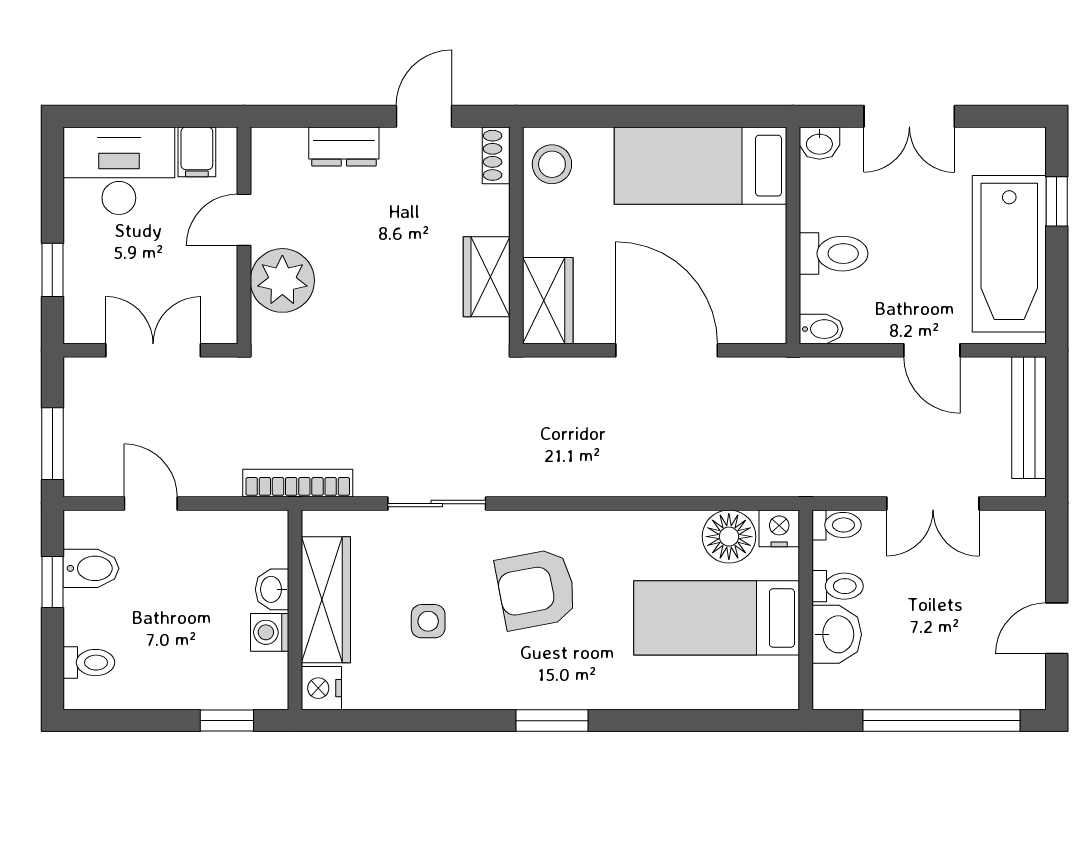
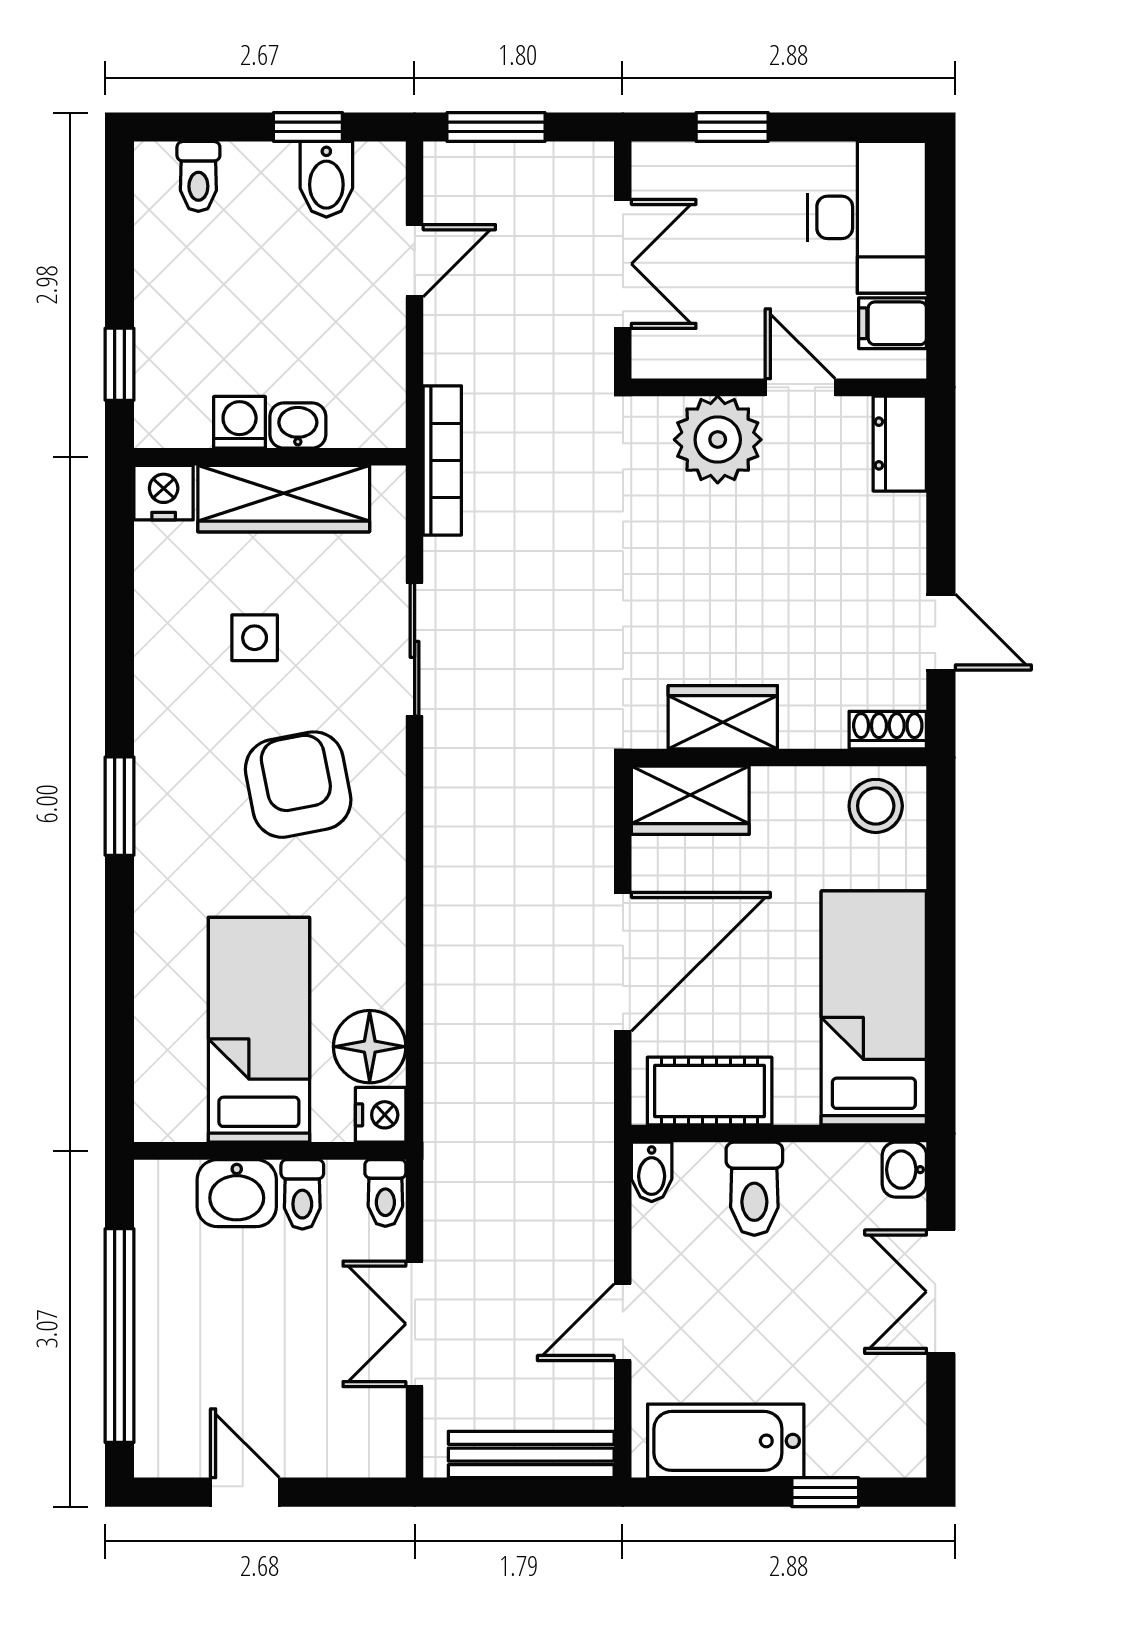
dresser: (344, 147) -> (900, 444), moved
bathtub: (1009, 254) -> (726, 1441), width x0.73, depth x0.73
cot: (762, 286) -> (710, 1091), added

